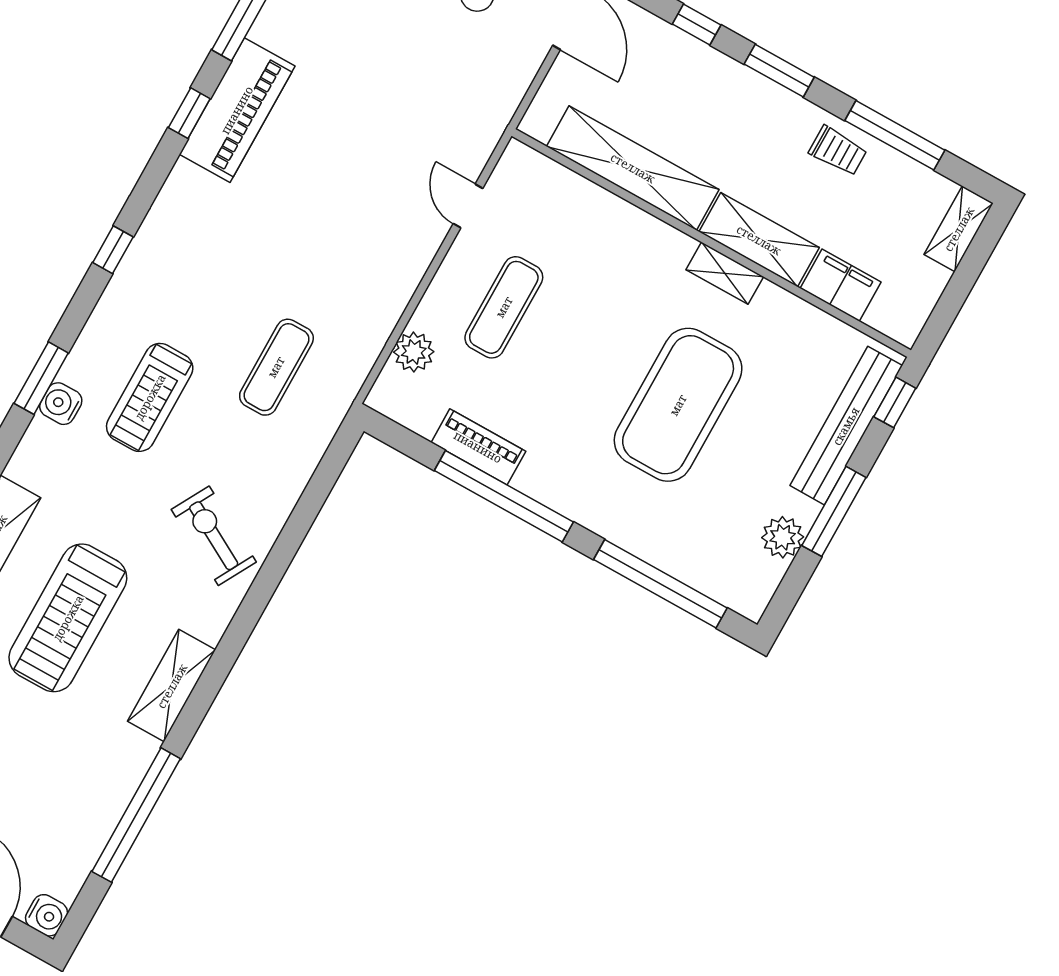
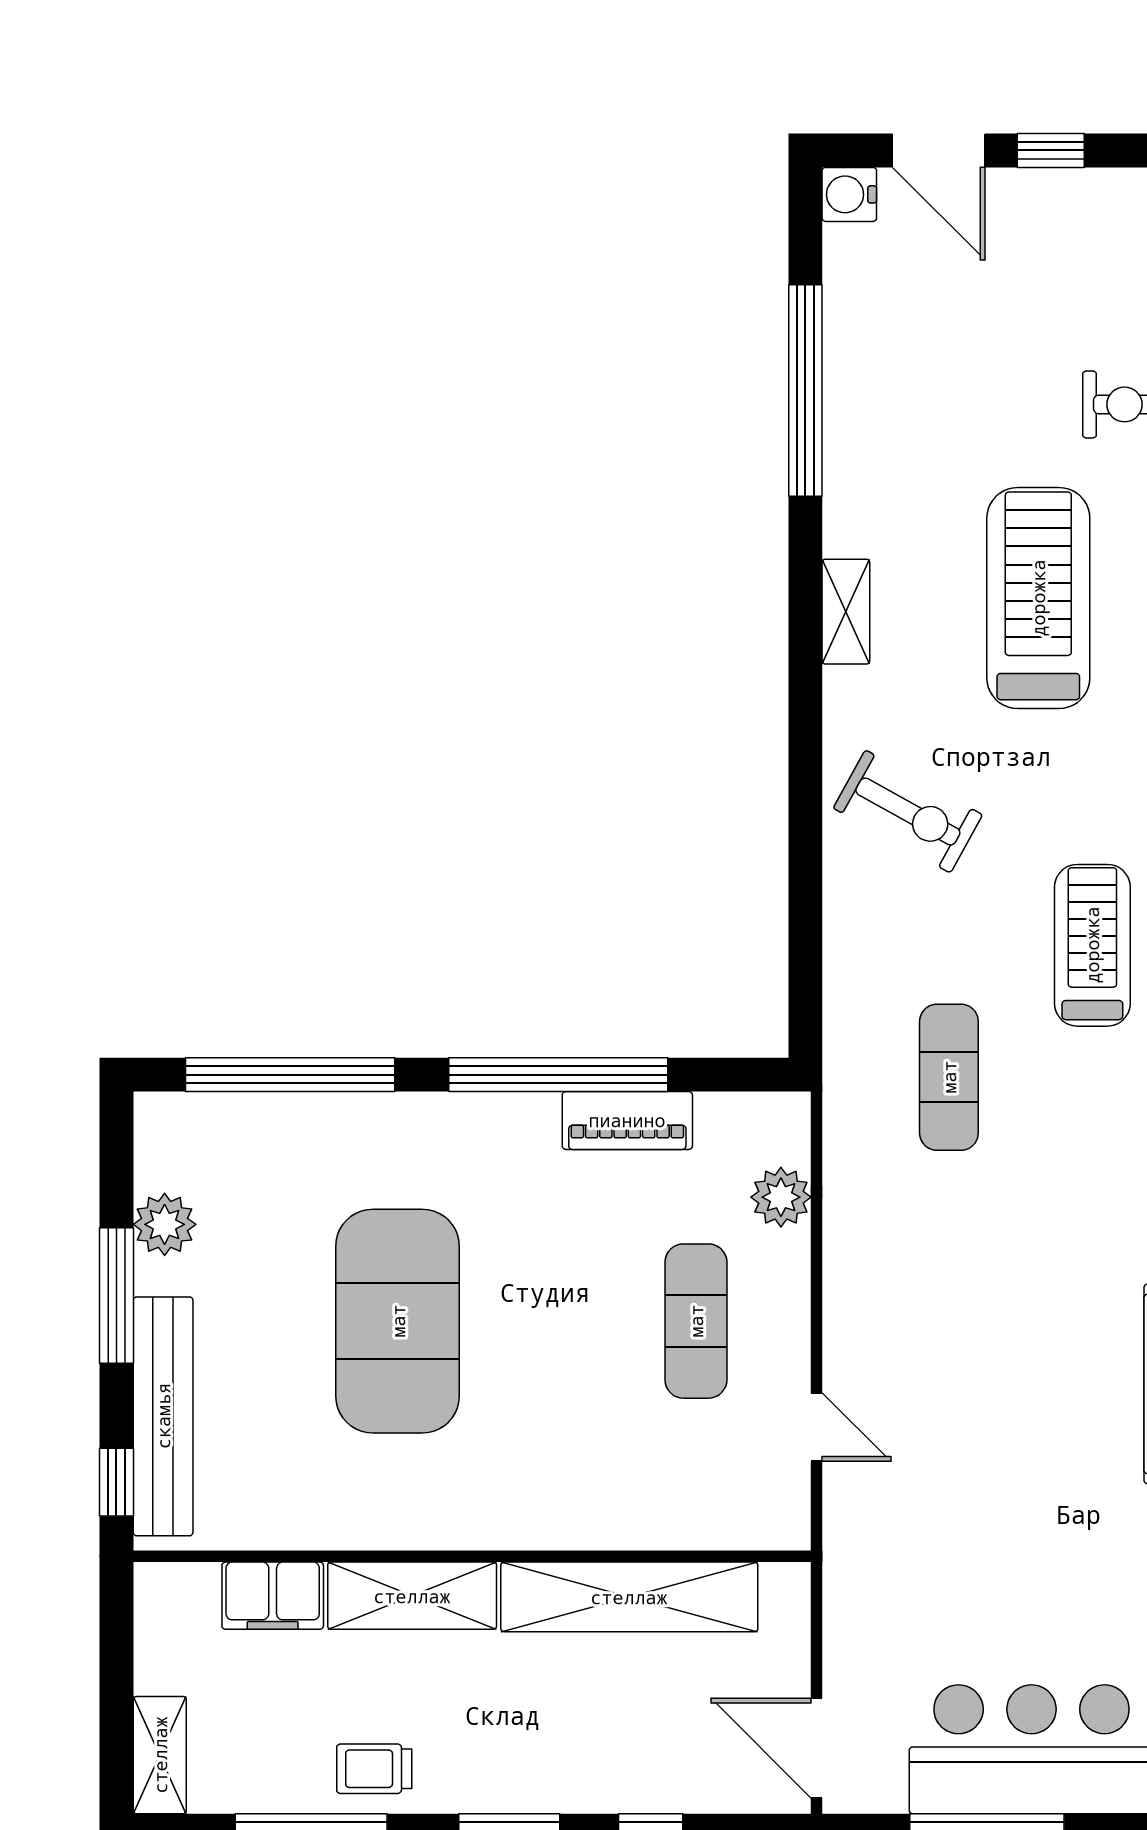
shelving: (725, 273) -> (433, 1527), removed
shelving: (172, 686) -> (846, 612), width x0.67, depth x0.75

